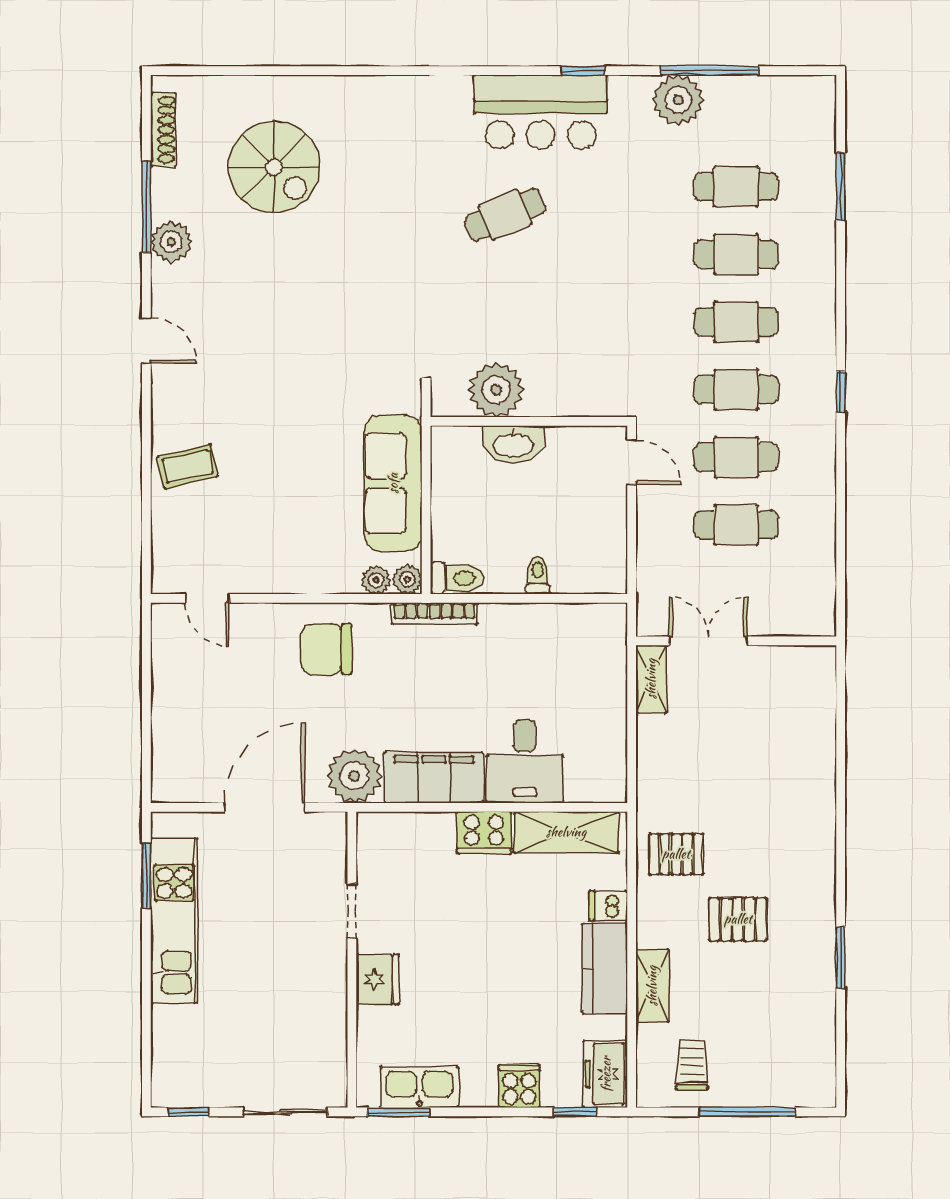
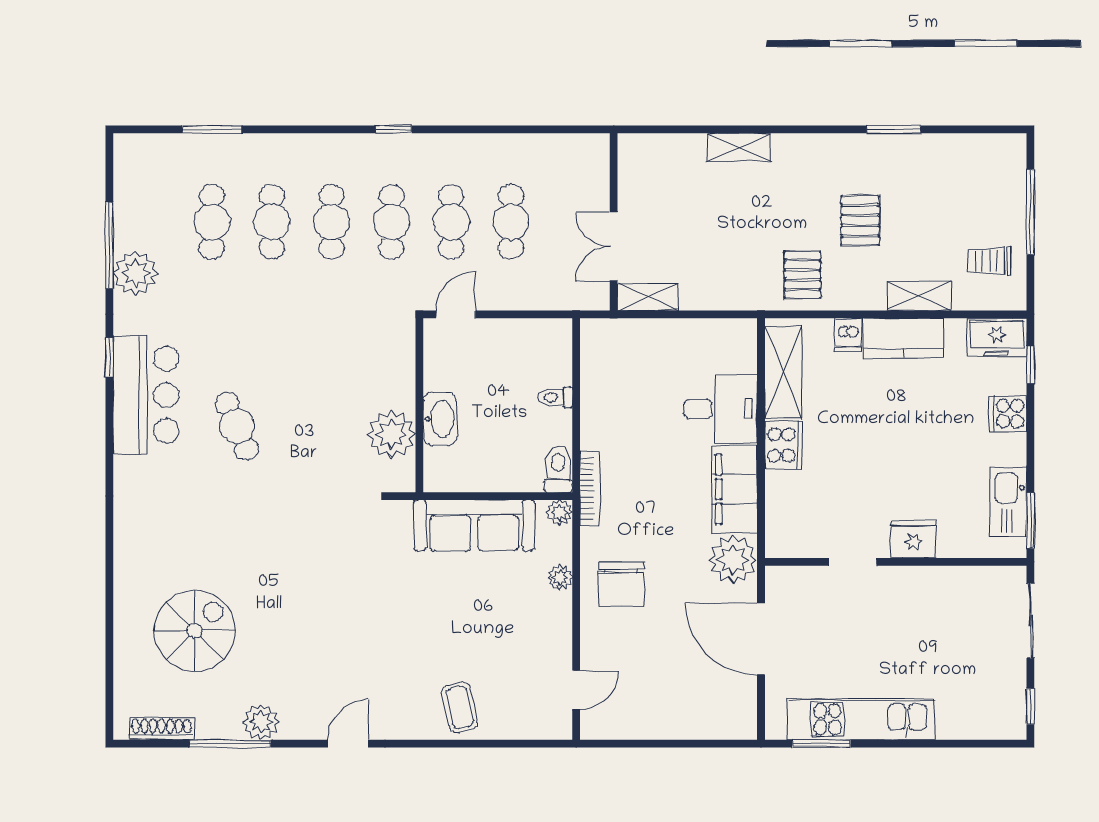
plant: (376, 580) -> (560, 578), moved
shelving: (820, 782) -> (739, 147), added

